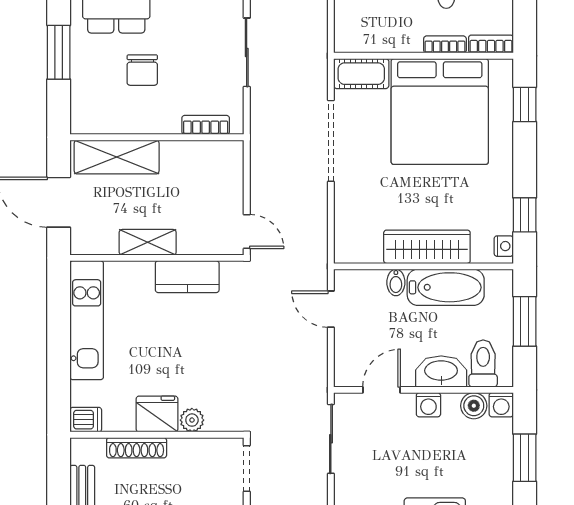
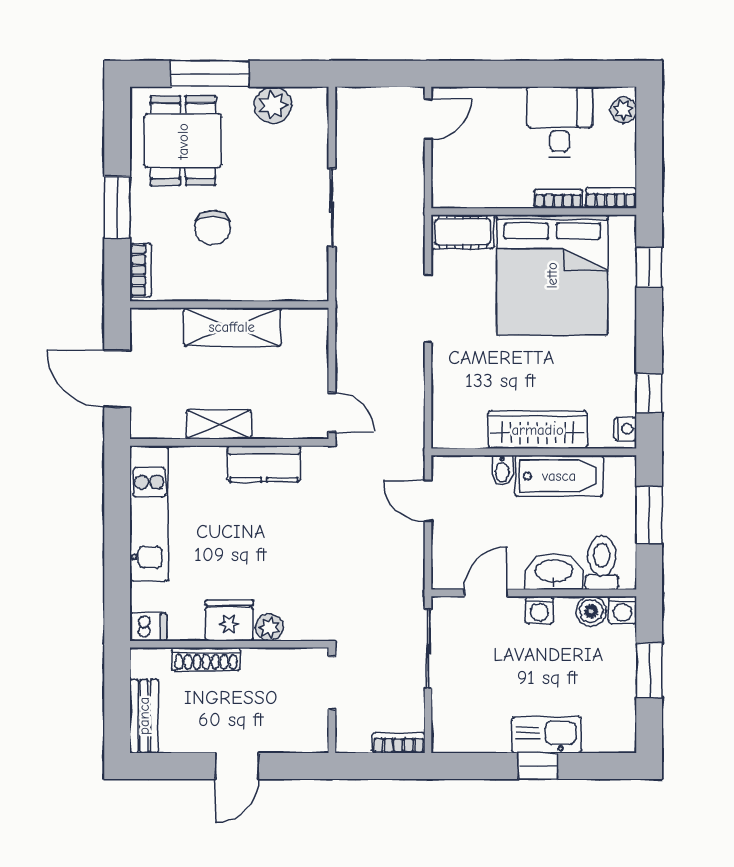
bookcase: (206, 125) -> (141, 270), moved, turned 90
doorway: (331, 141) -> (428, 309), width x0.73
shelving: (117, 157) -> (232, 327), moved

